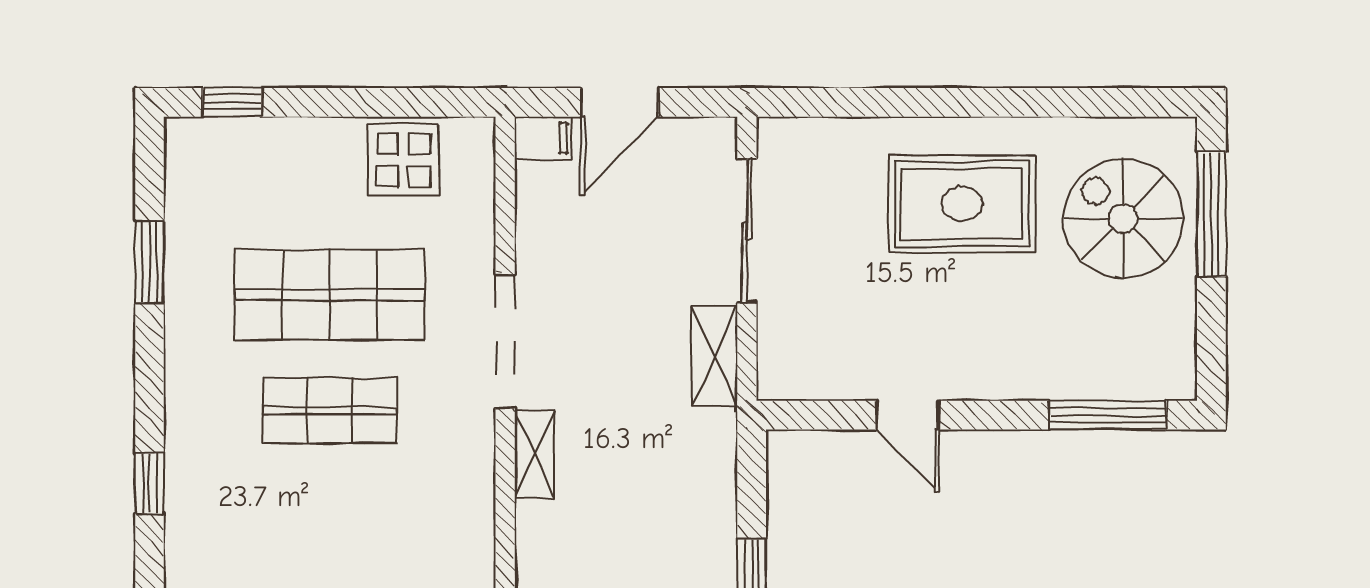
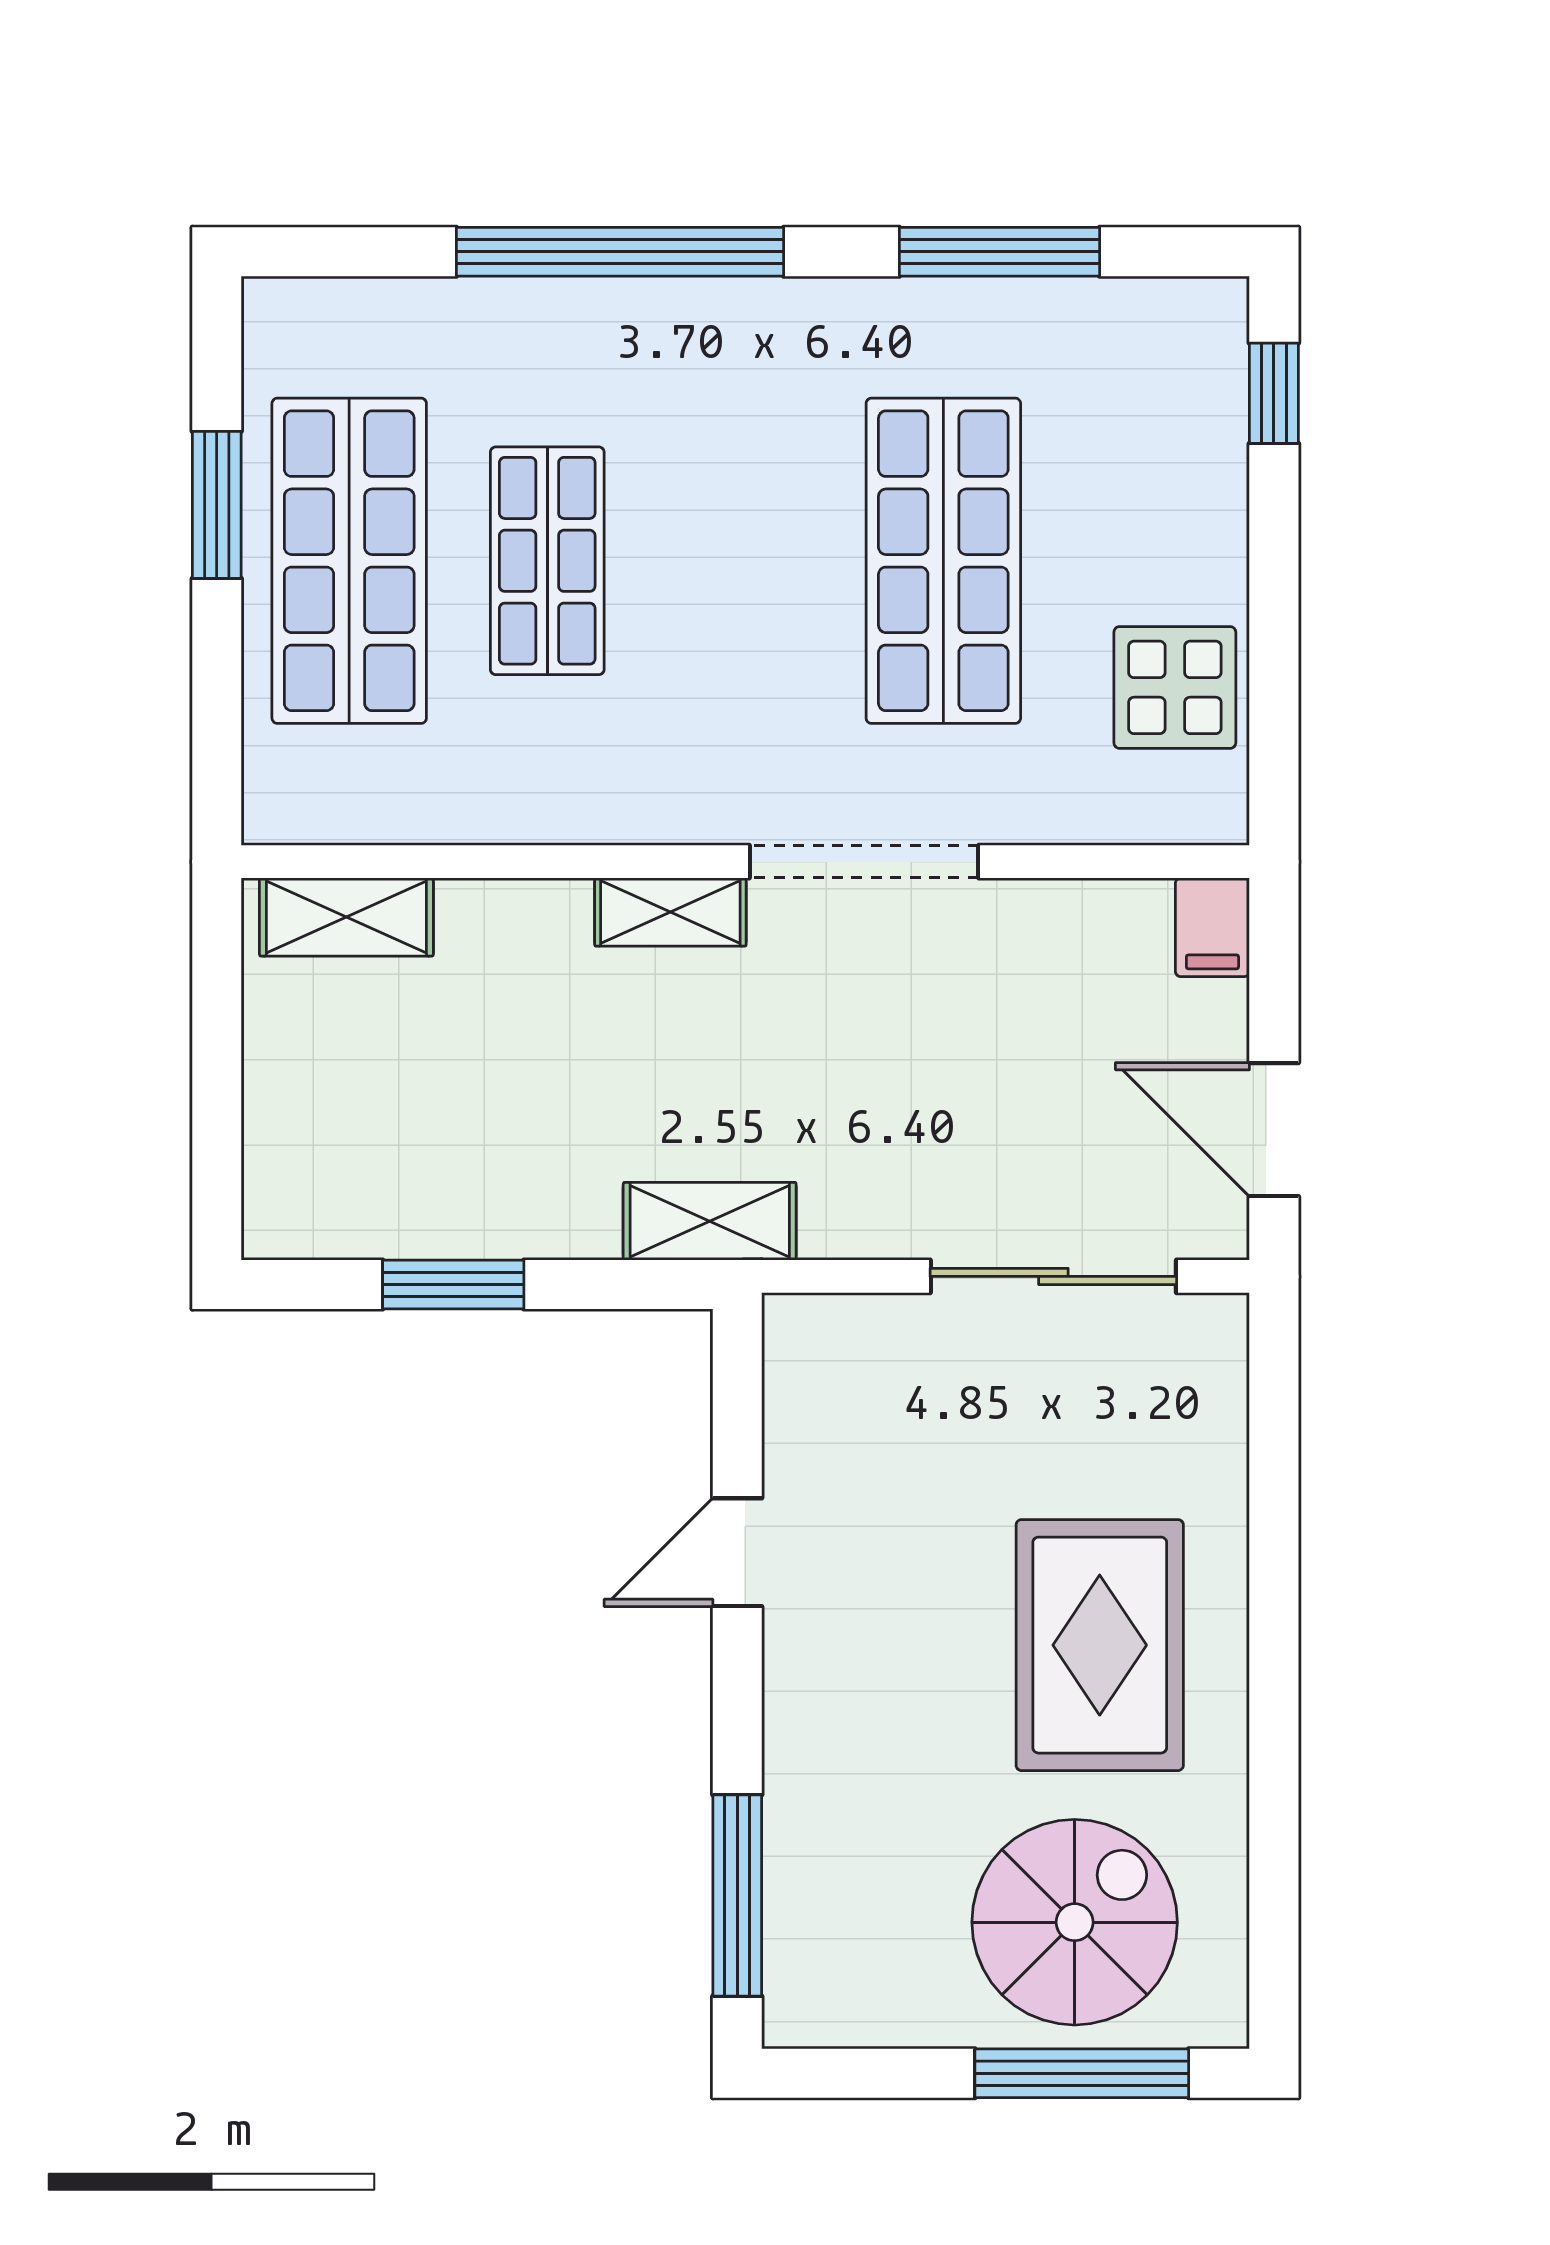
door: (619, 102) -> (1274, 1130), moved
window: (150, 262) -> (1000, 252), width x1.44
shelving: (715, 356) -> (710, 1221), moved
shop shelf: (330, 410) -> (547, 561), moved
window: (150, 483) -> (620, 252), width x3.17

